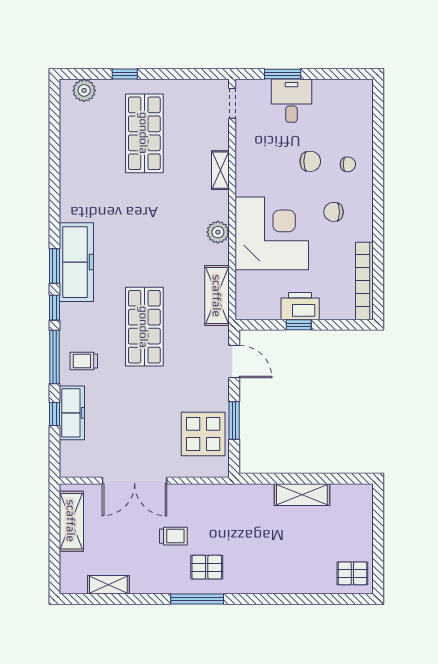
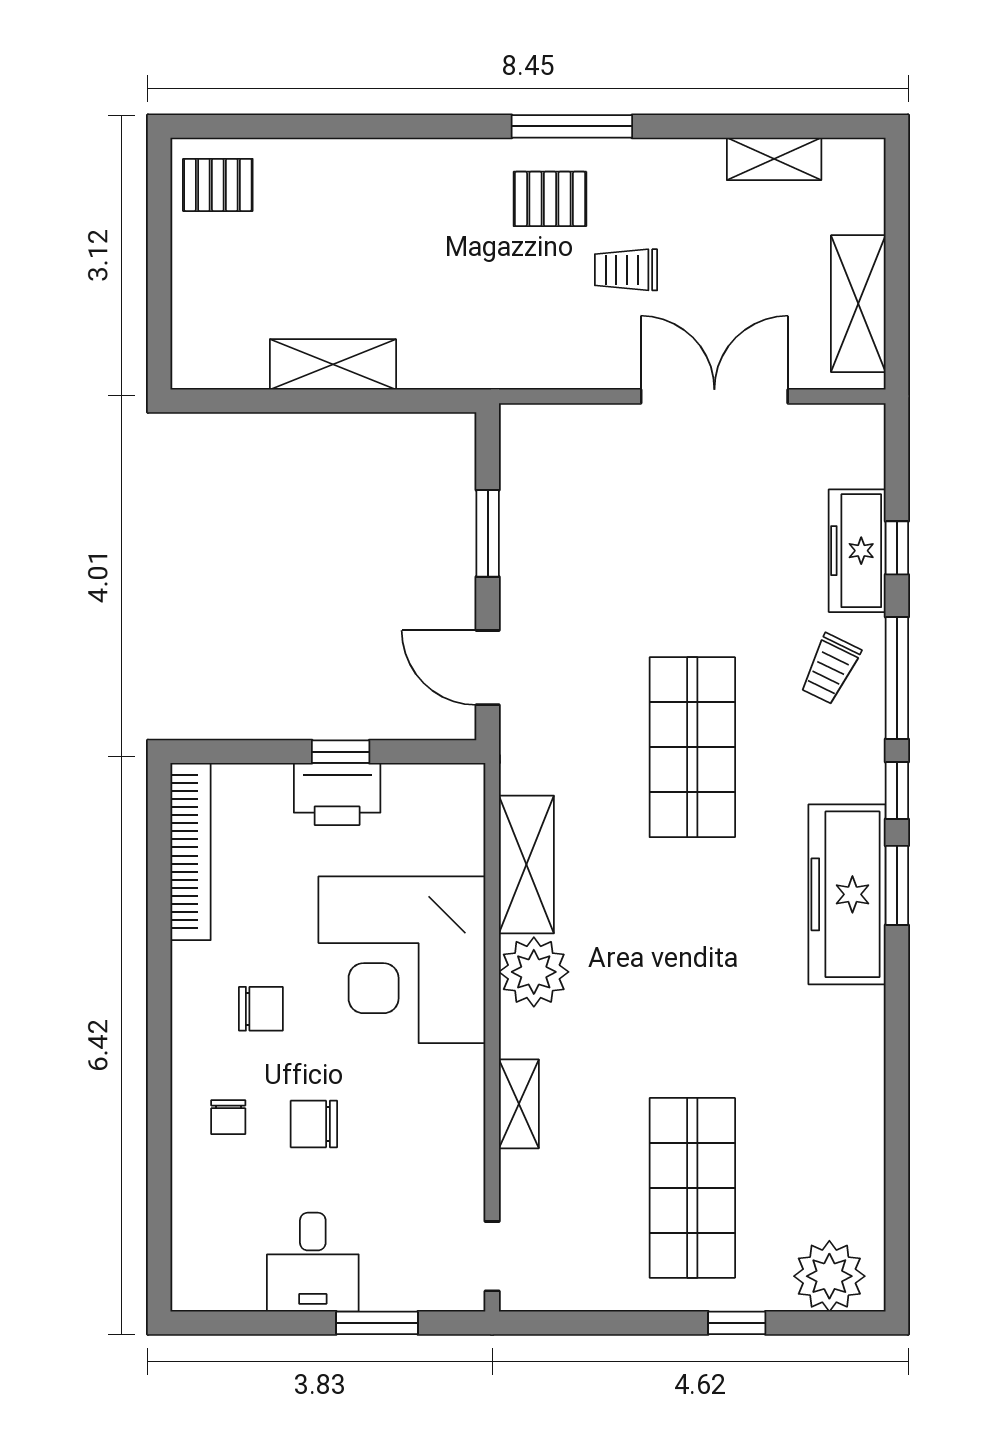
plant: (84, 90) -> (829, 1276), width x1.36, depth x1.36
desk: (291, 101) -> (313, 1262), moved
chair: (348, 164) -> (228, 1117), turned -90
plant: (218, 232) -> (534, 972), width x1.36, depth x1.36
shelving: (217, 296) -> (526, 865), moved
trolley: (84, 361) -> (830, 669), turned 116
display table: (203, 434) -> (558, 503), removed

